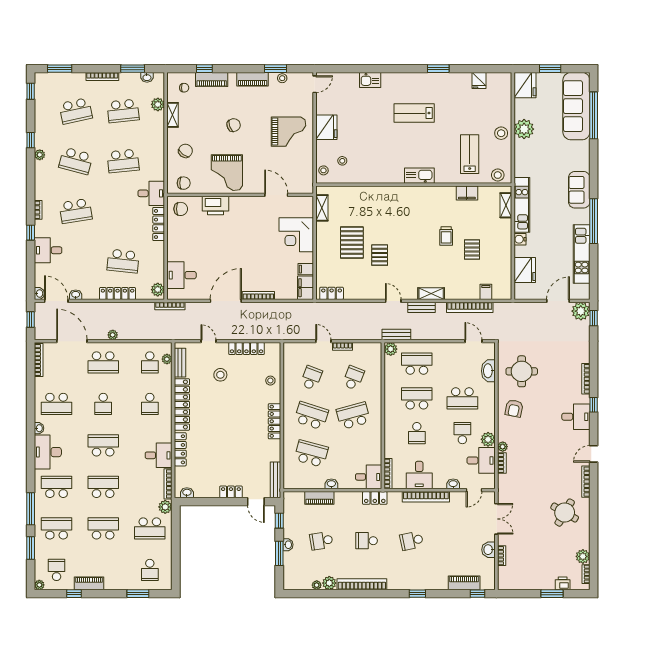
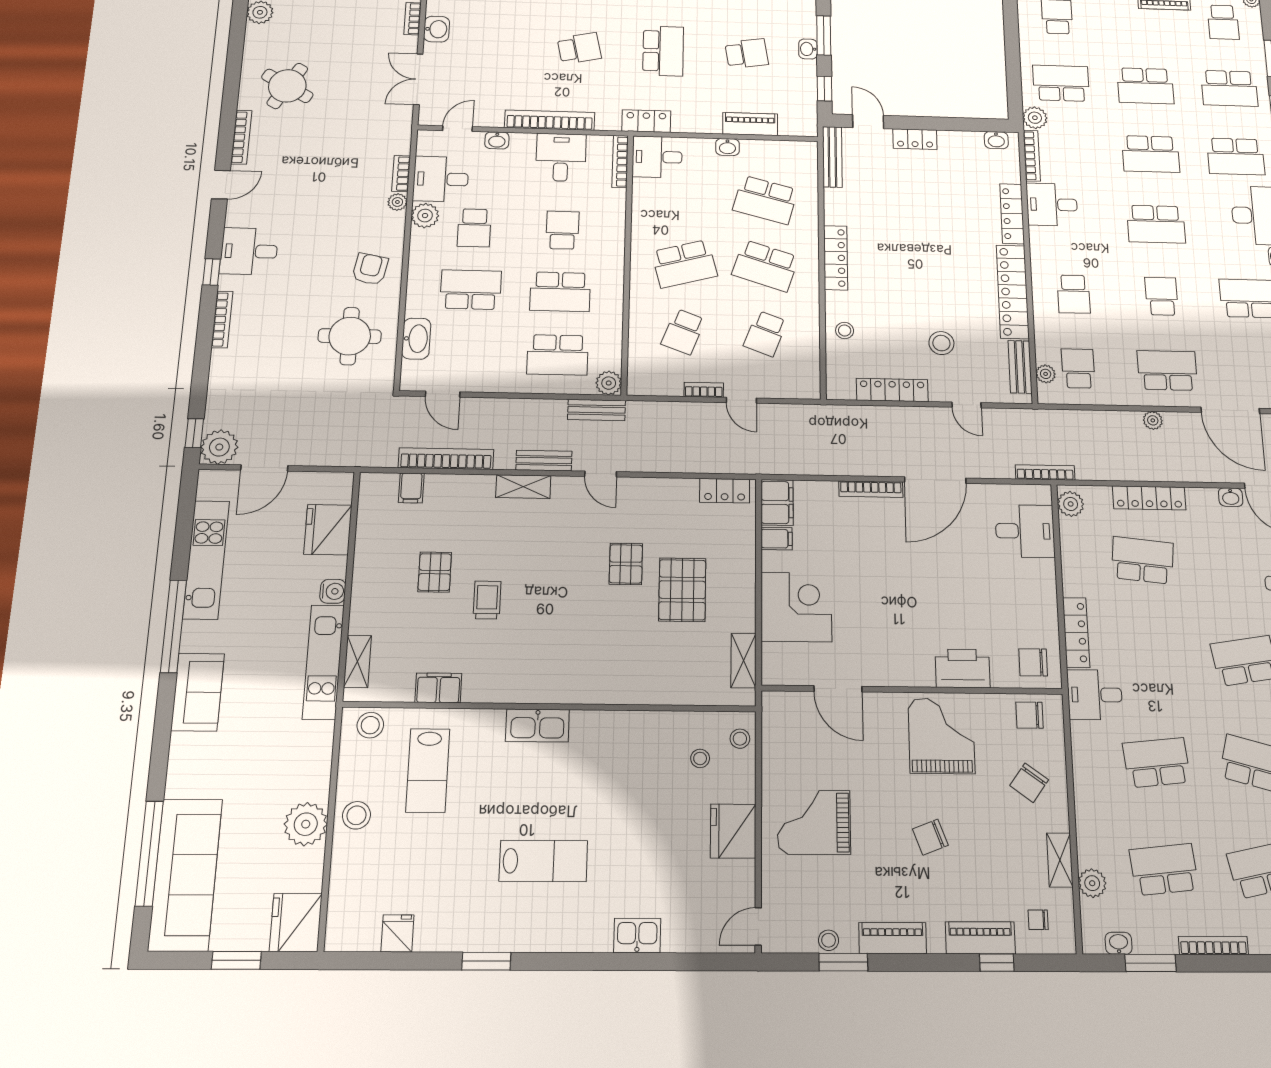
school desk: (150, 404) -> (1074, 294), turned 180
school desk: (367, 541) -> (663, 51), width x1.85

